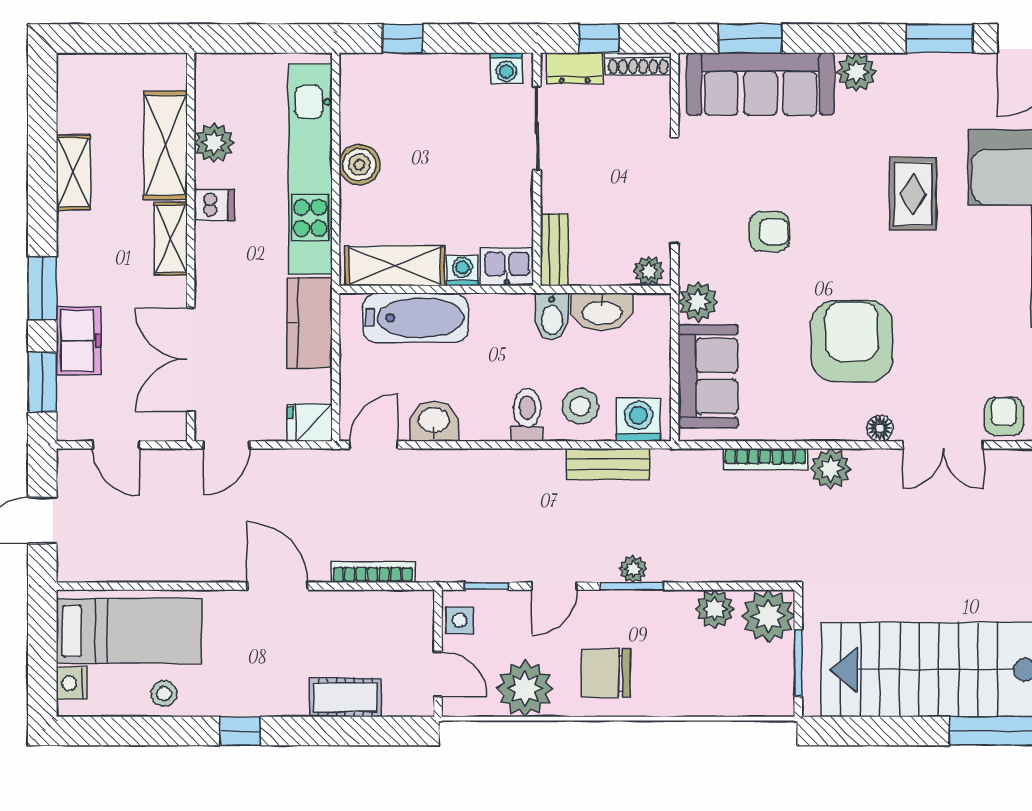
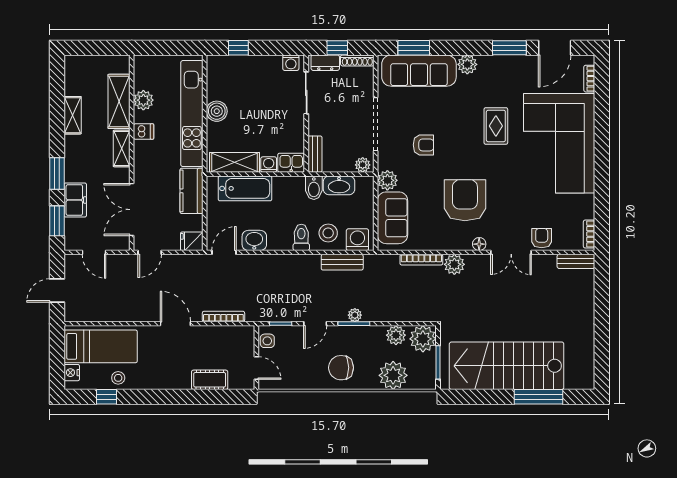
plant: (525, 689) -> (393, 375), moved
window: (240, 731) -> (107, 397), moved

